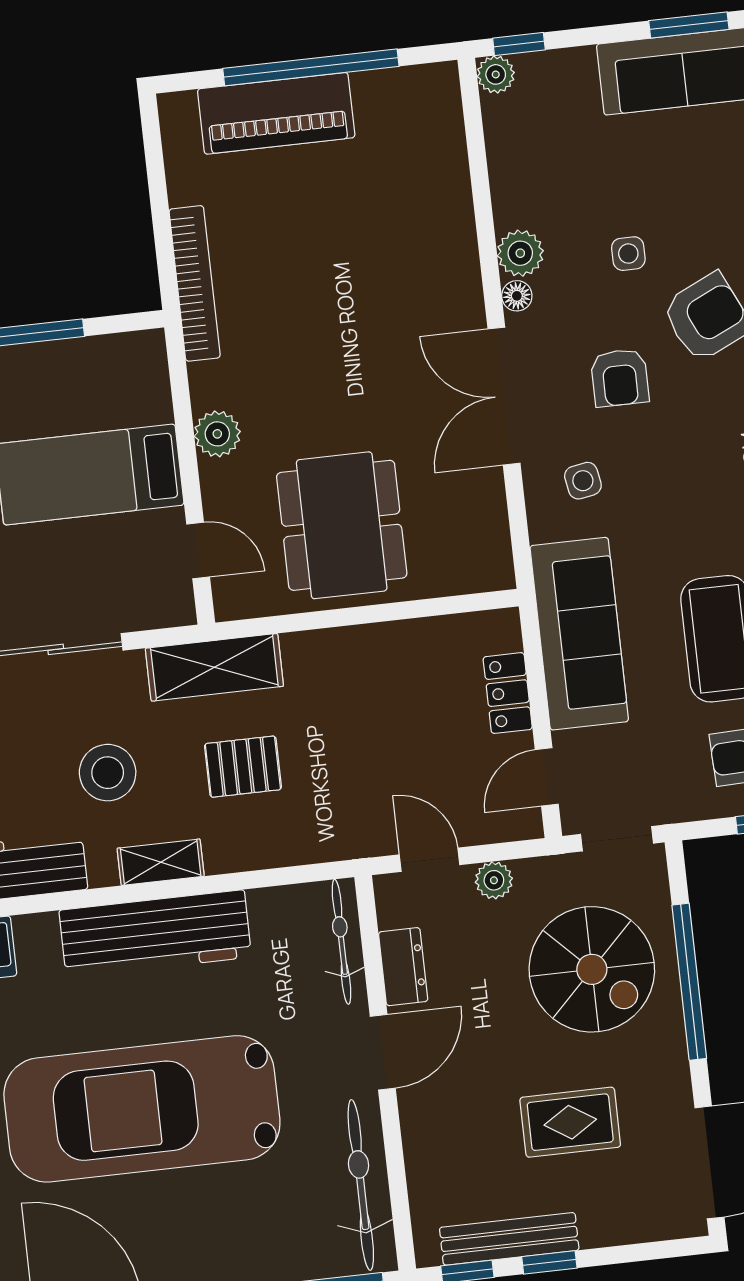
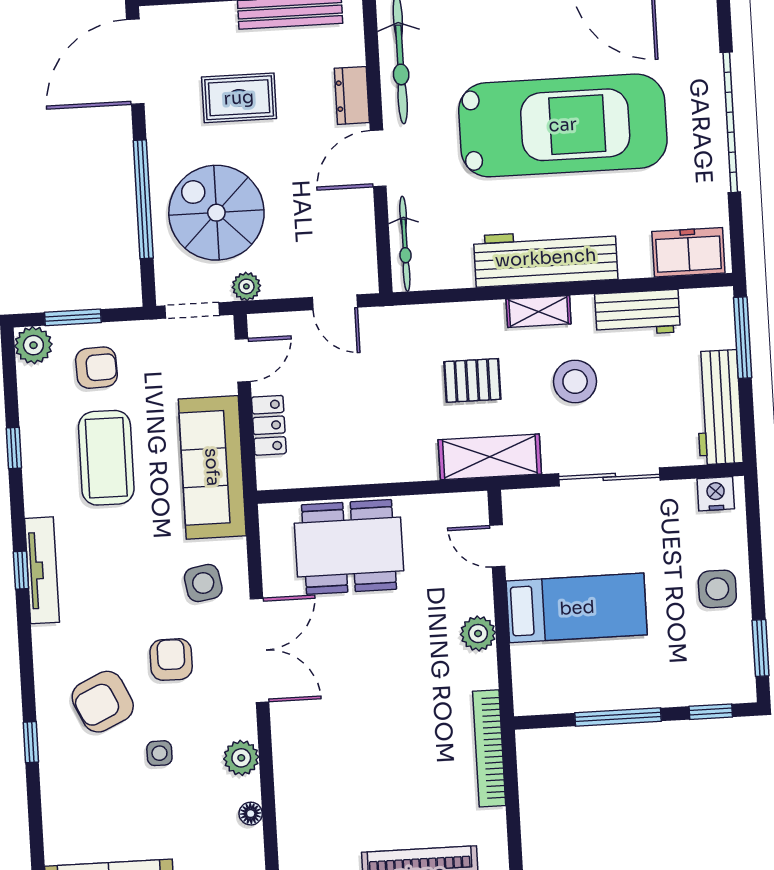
floor lamp: (517, 296) -> (251, 814), moved
side table: (583, 481) -> (203, 583), width x1.37, depth x1.37
dining table: (342, 525) -> (349, 547), moved, turned 90
plant: (494, 880) -> (246, 286), moved
dresser: (403, 967) -> (352, 95), moved

